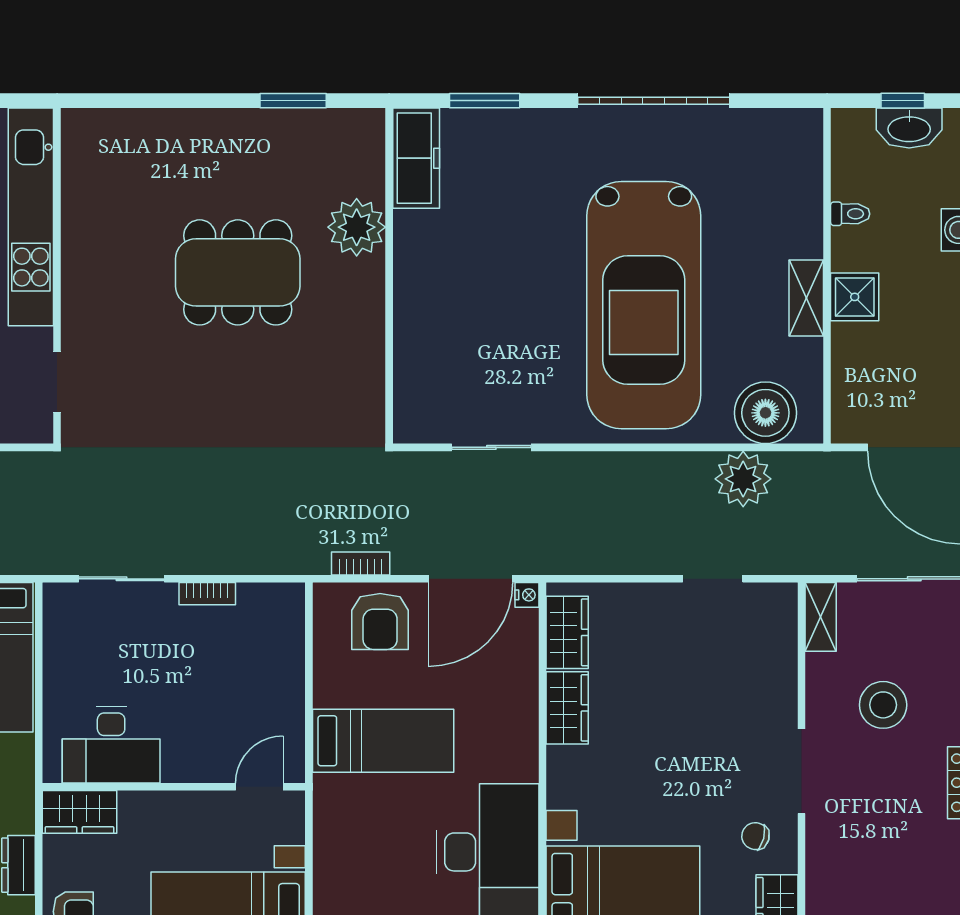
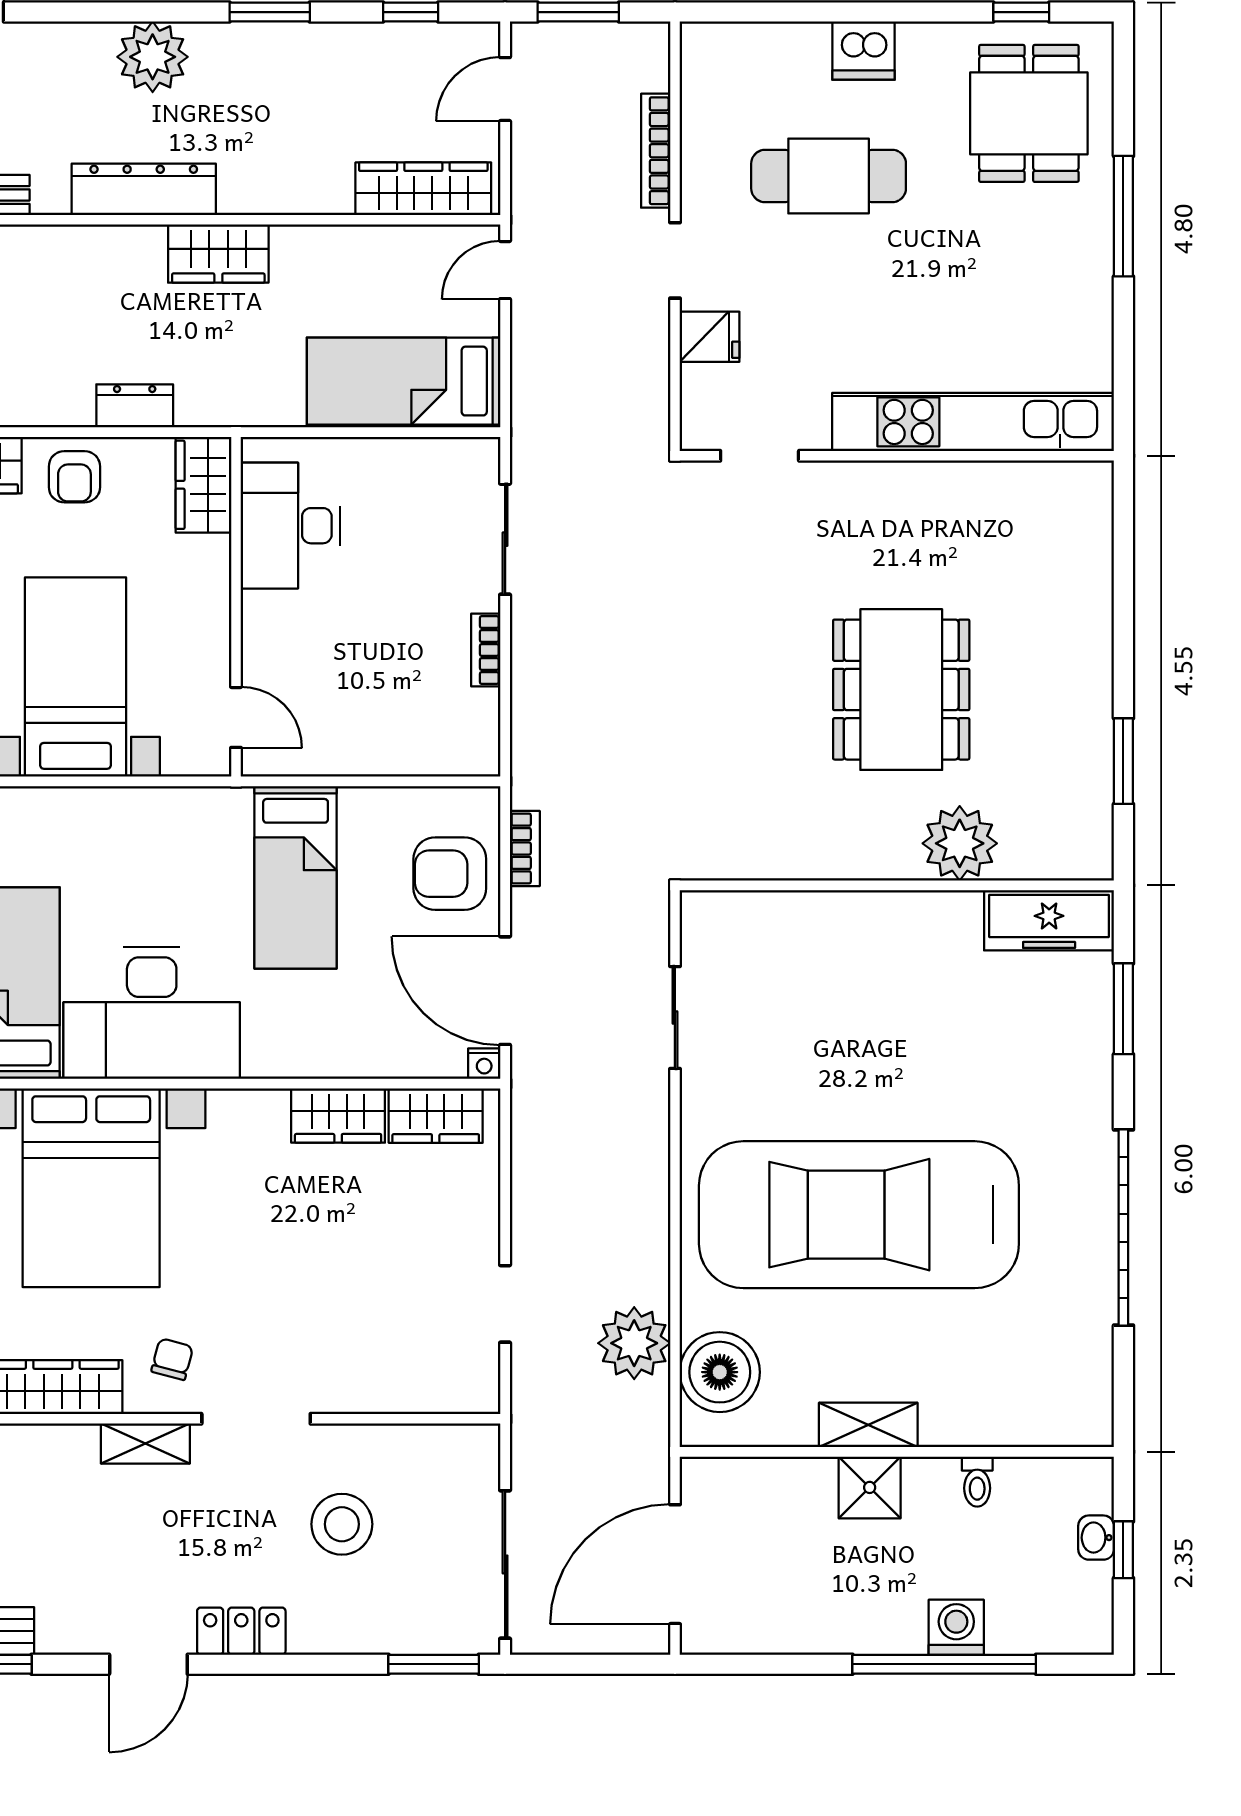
washbasin: (909, 128) -> (1096, 1538), width x0.52, depth x0.69
shelving: (821, 617) -> (145, 1444), moved

